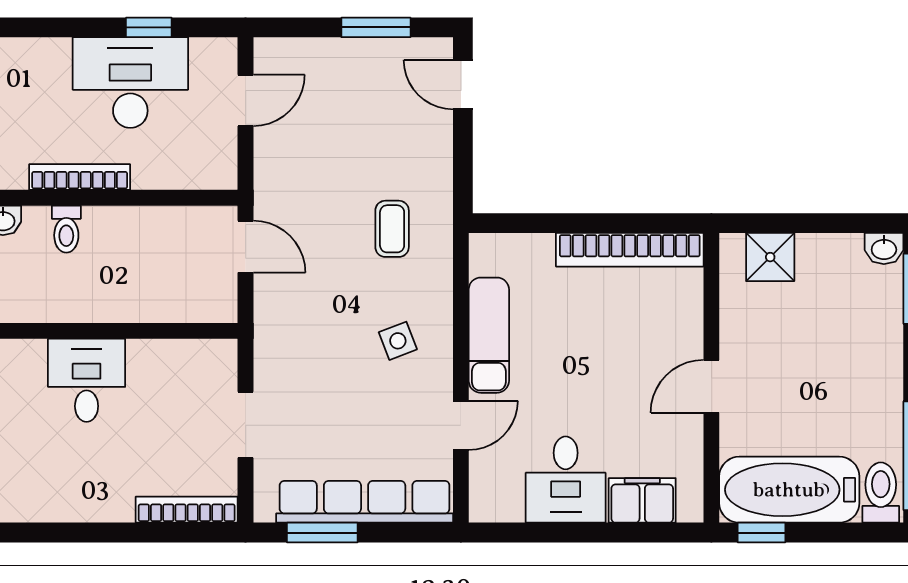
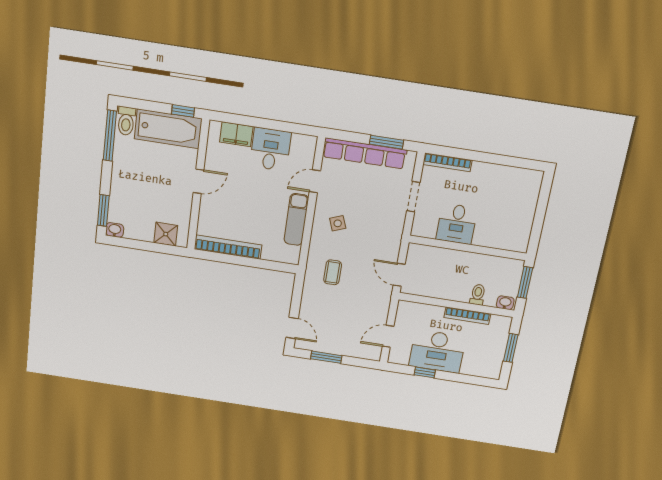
desk: (87, 380) -> (457, 224), moved

